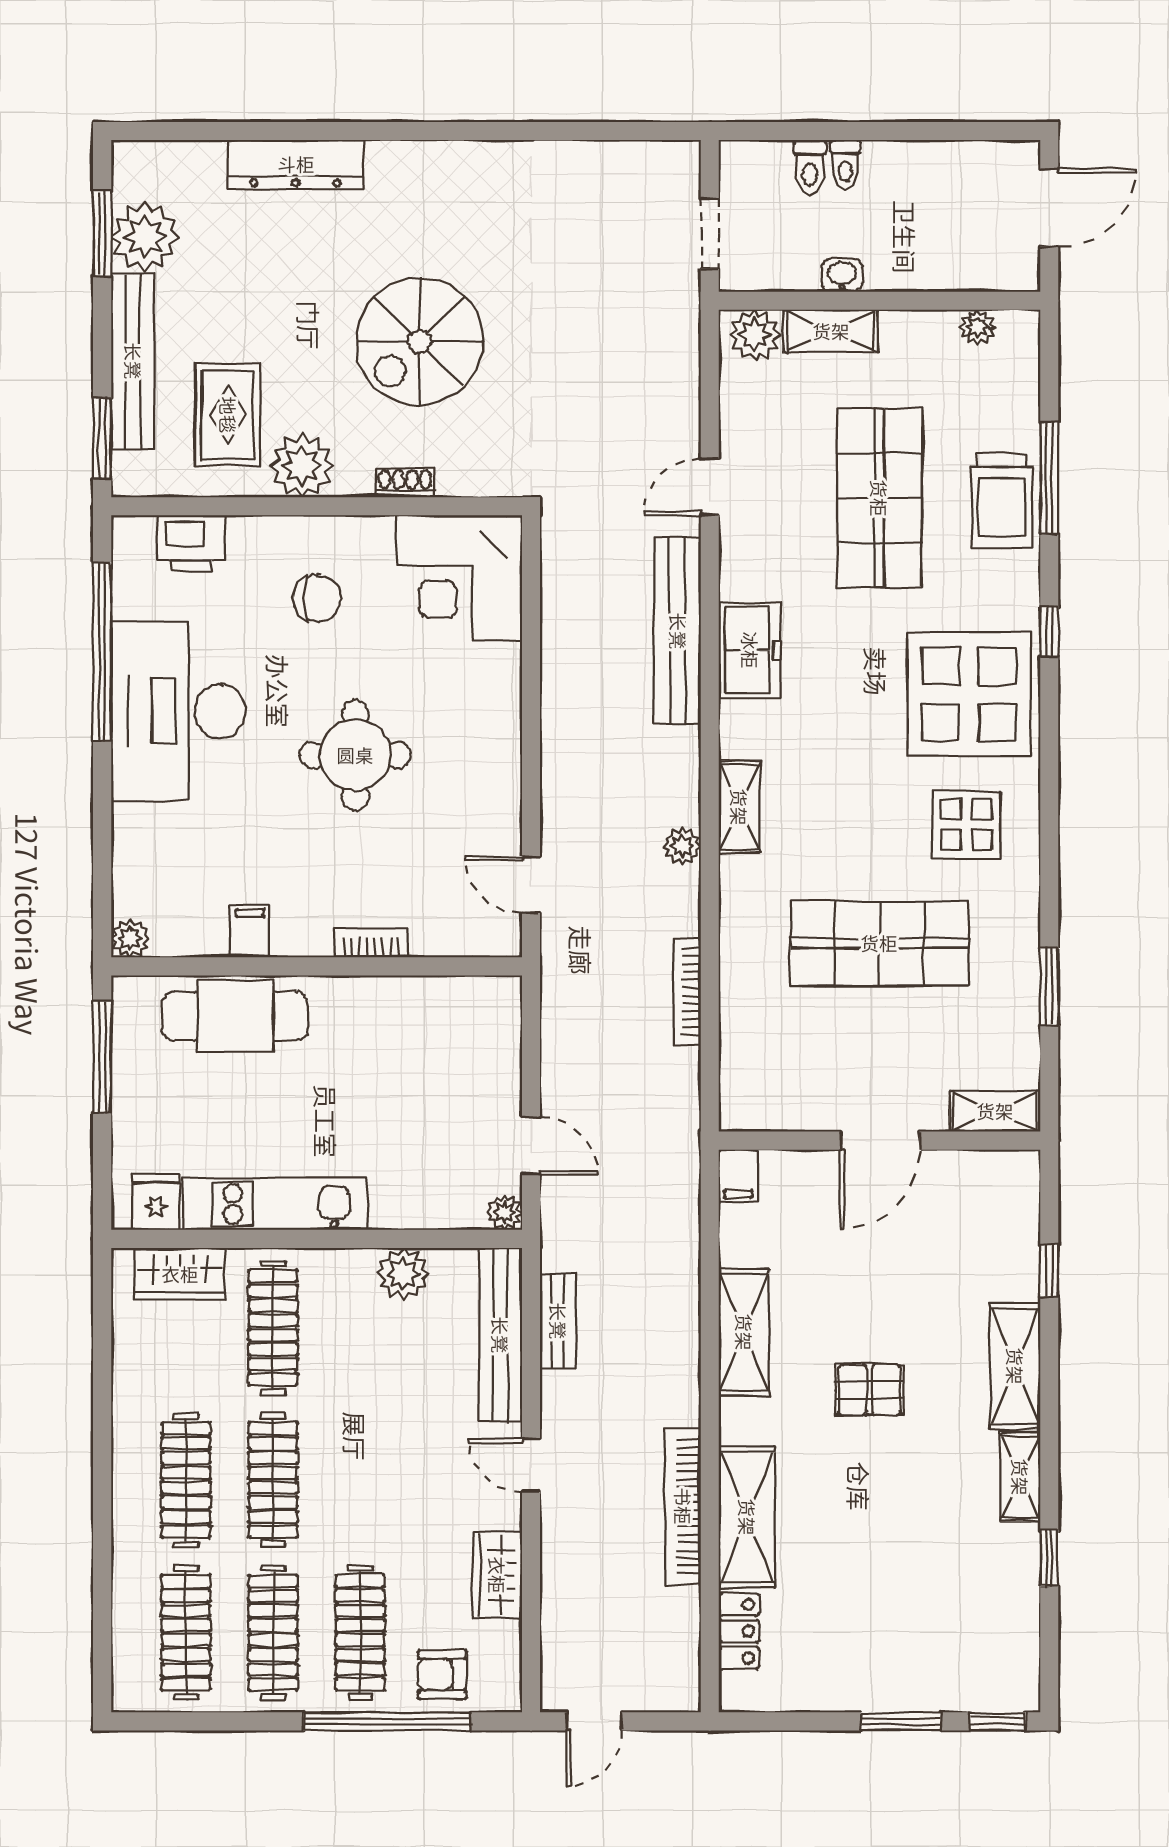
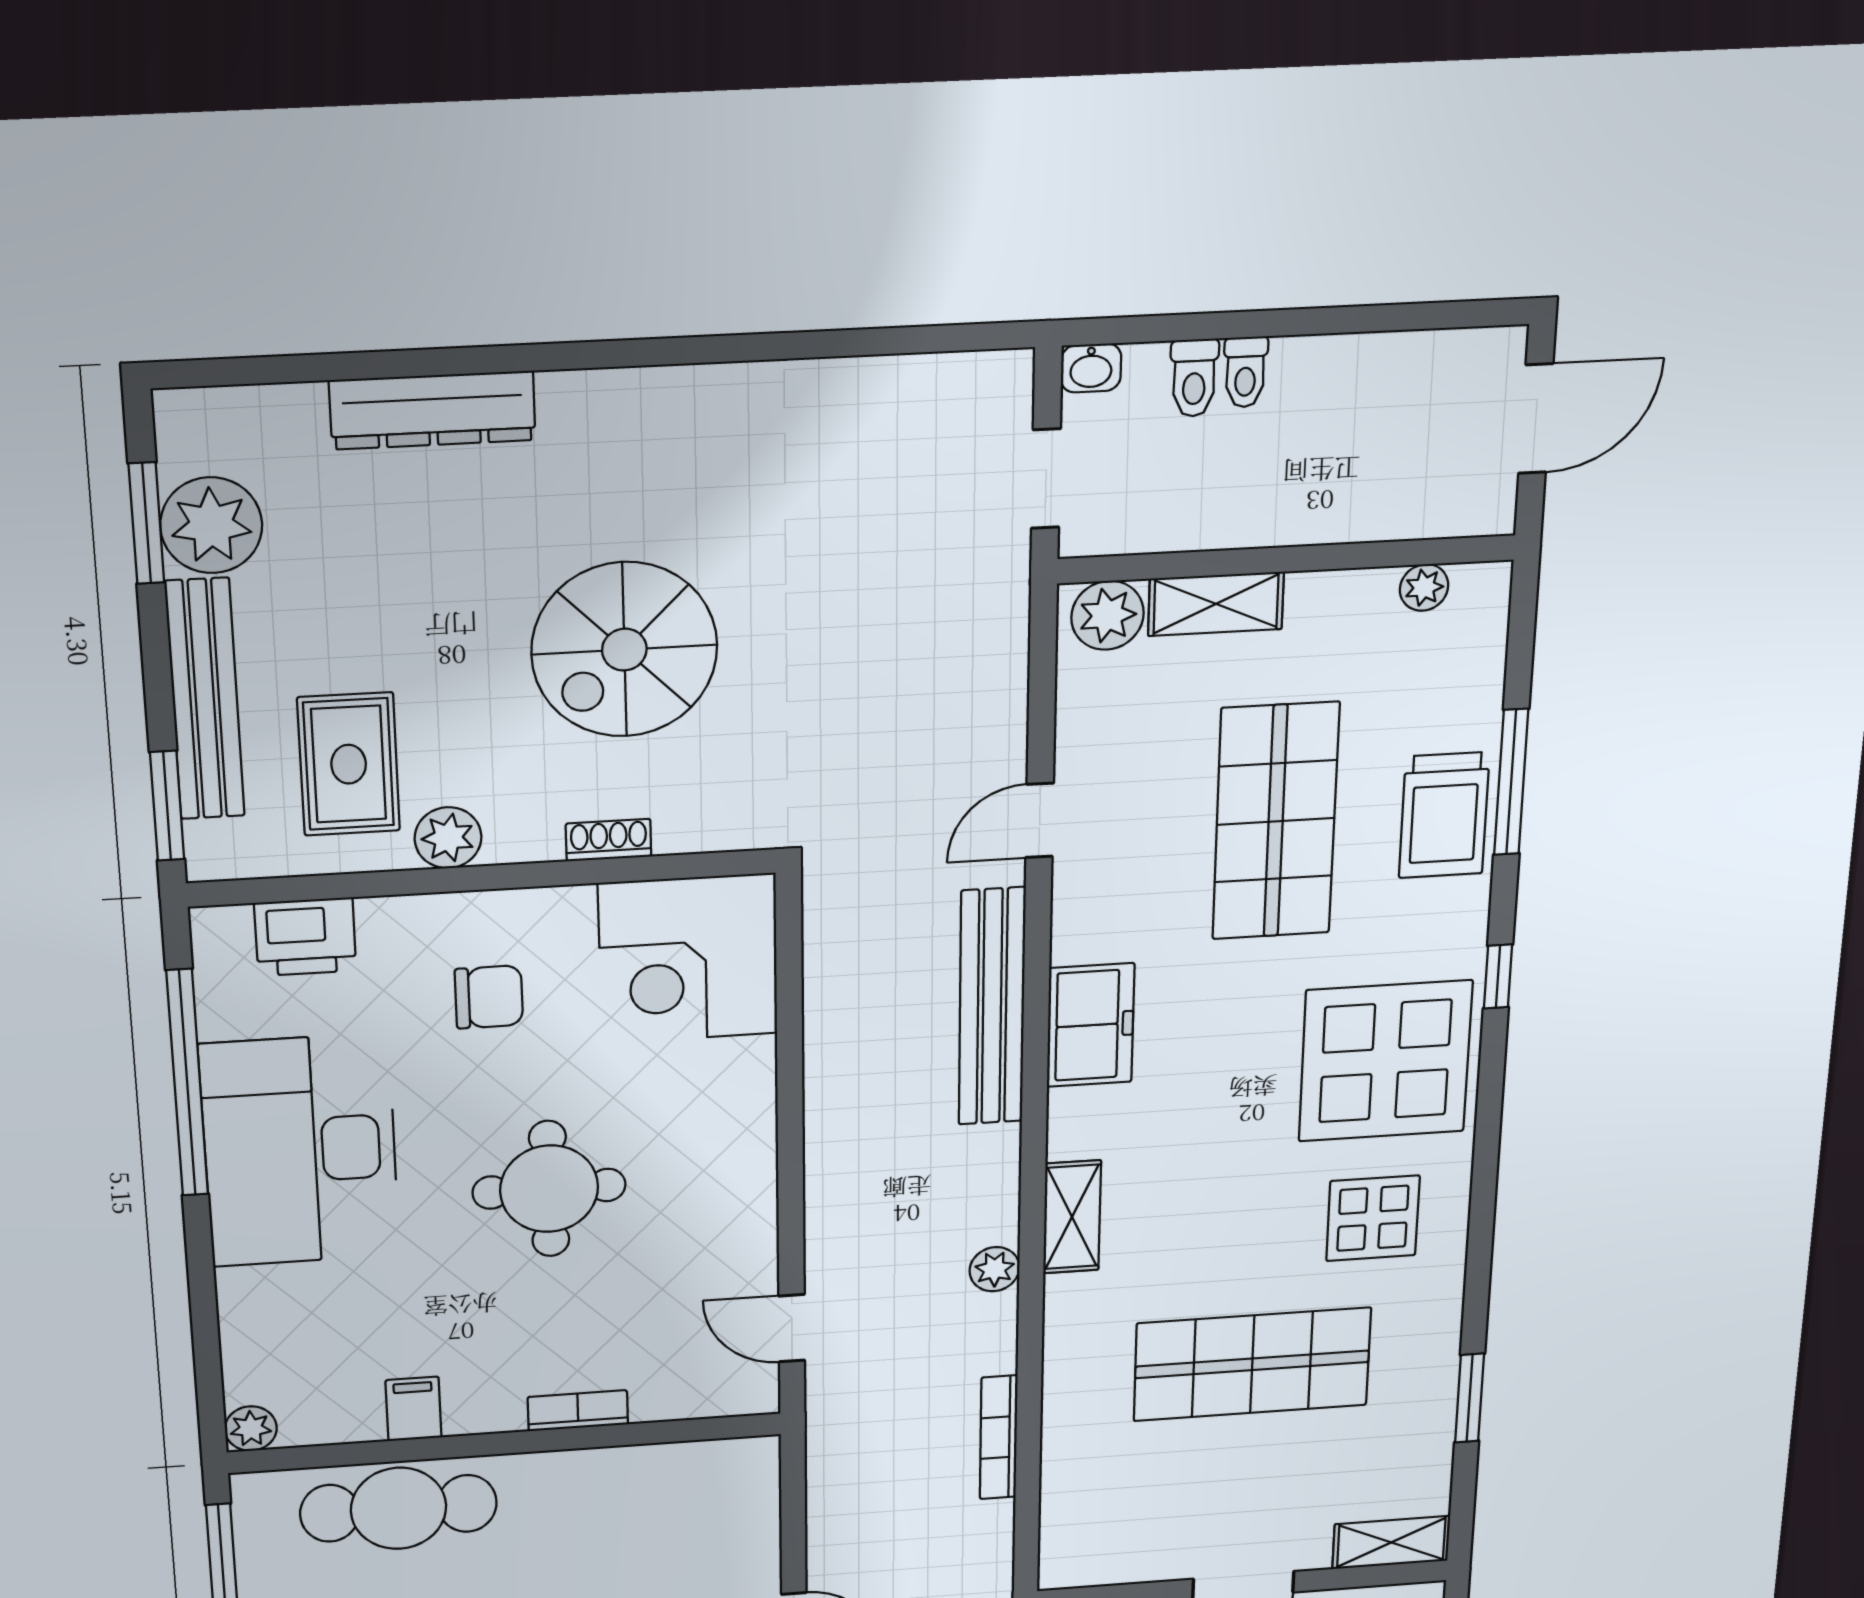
washbasin: (842, 275) -> (1091, 368), moved, turned 180
plant: (302, 466) -> (448, 838), width x0.73, depth x0.73

